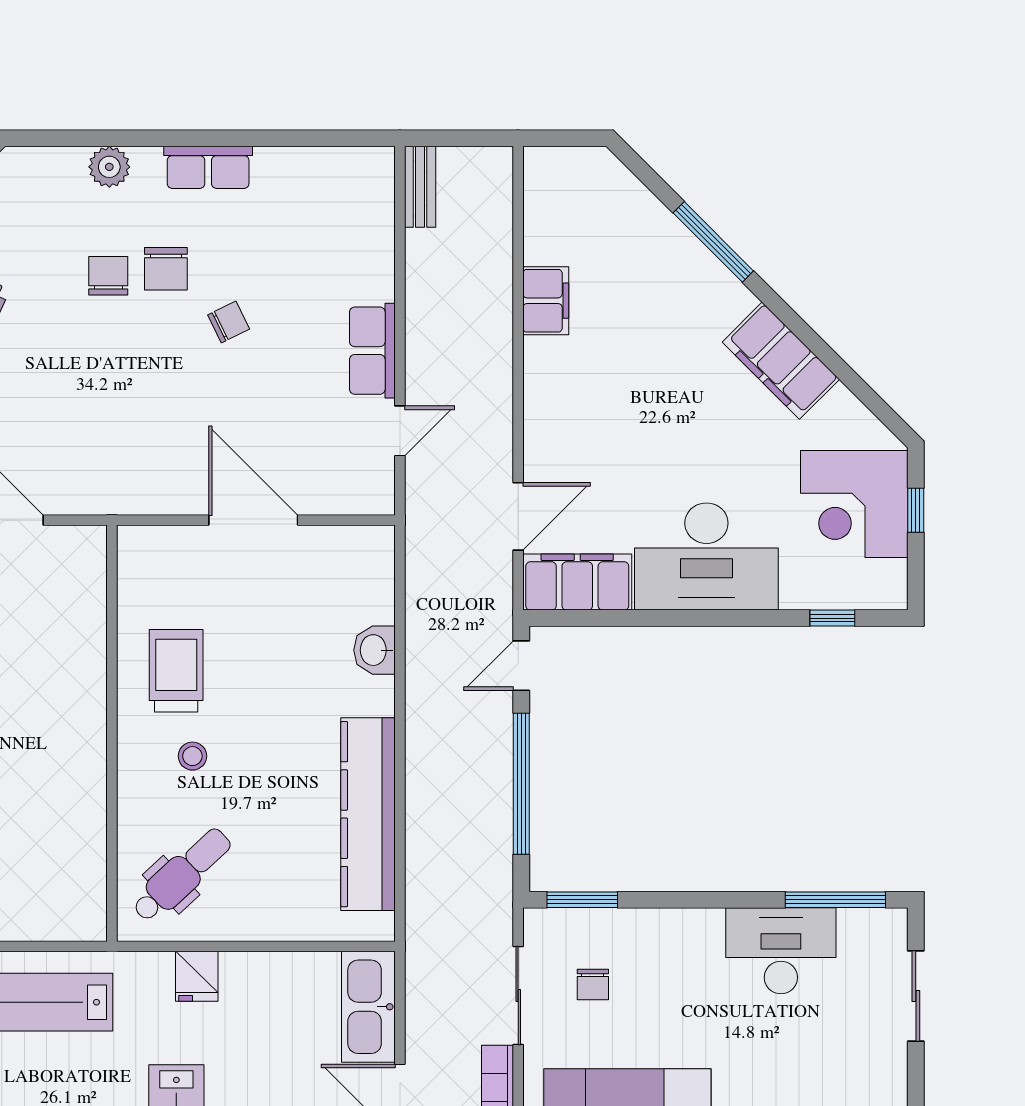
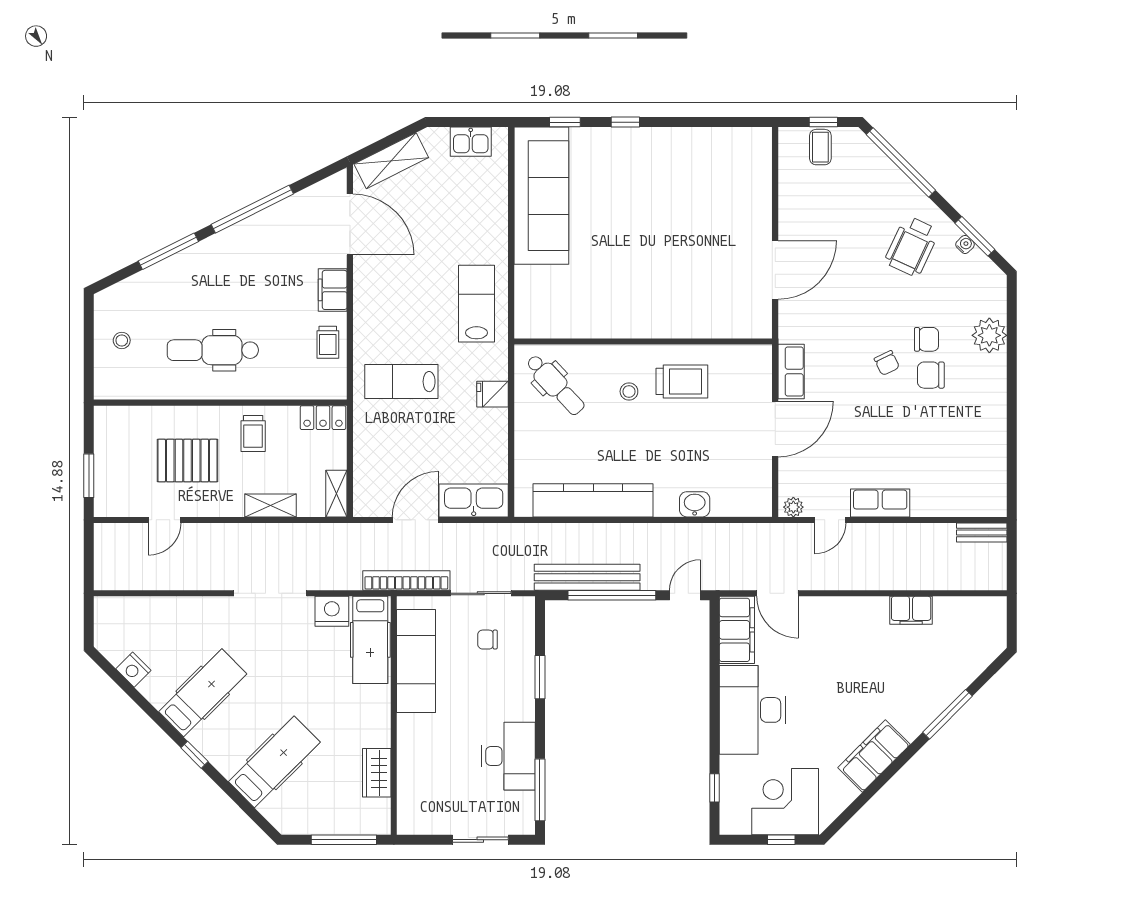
plant: (109, 167) -> (989, 335), width x1.36, depth x1.36
row of seats: (208, 167) -> (791, 371), moved, turned 180
chair: (229, 322) -> (887, 363), moved
door: (400, 431) -> (830, 520), hinge flipped
plant: (379, 491) -> (793, 507), added
door: (521, 666) -> (685, 595), hinge flipped
bench: (492, 824) -> (587, 577), added
window: (582, 900) -> (540, 677), moved

